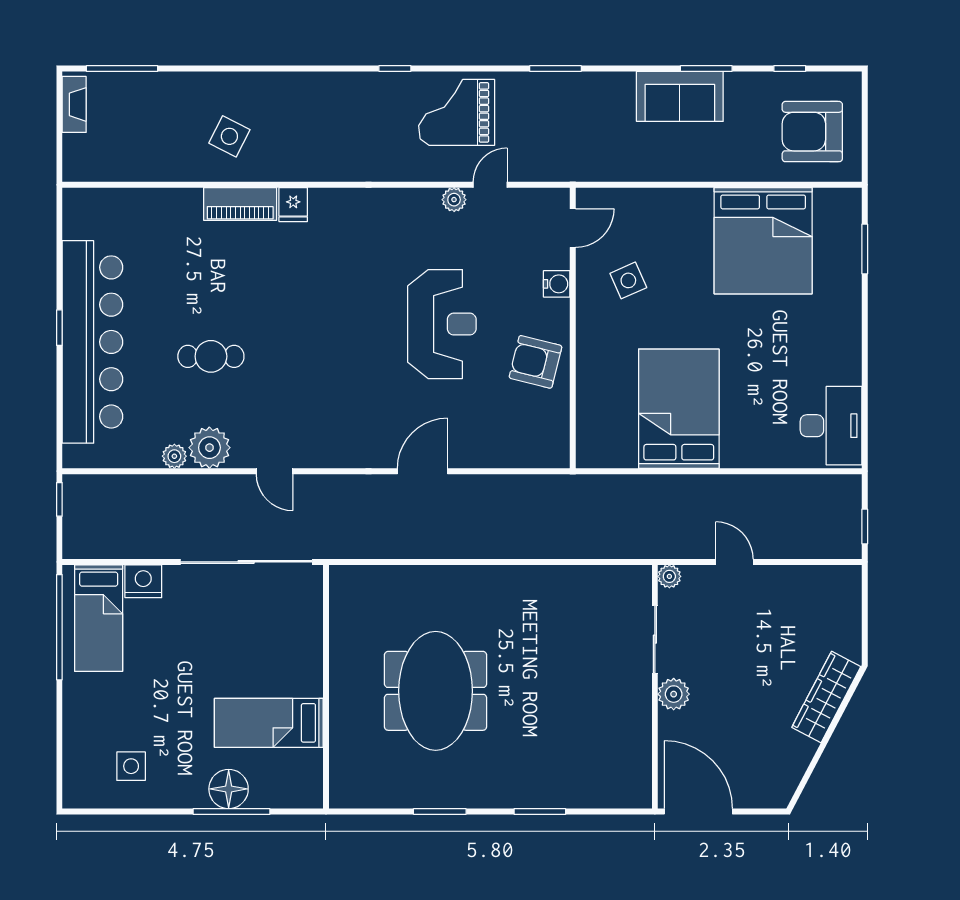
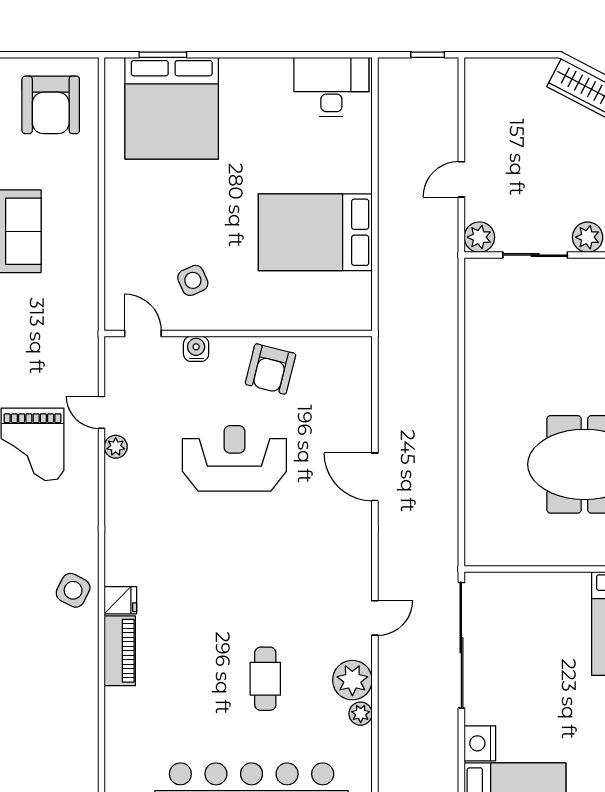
side table: (229, 136) -> (73, 590), moved
bed: (763, 241) -> (172, 108), moved, turned 90
plant: (669, 576) -> (479, 237), width x1.38, depth x1.38

